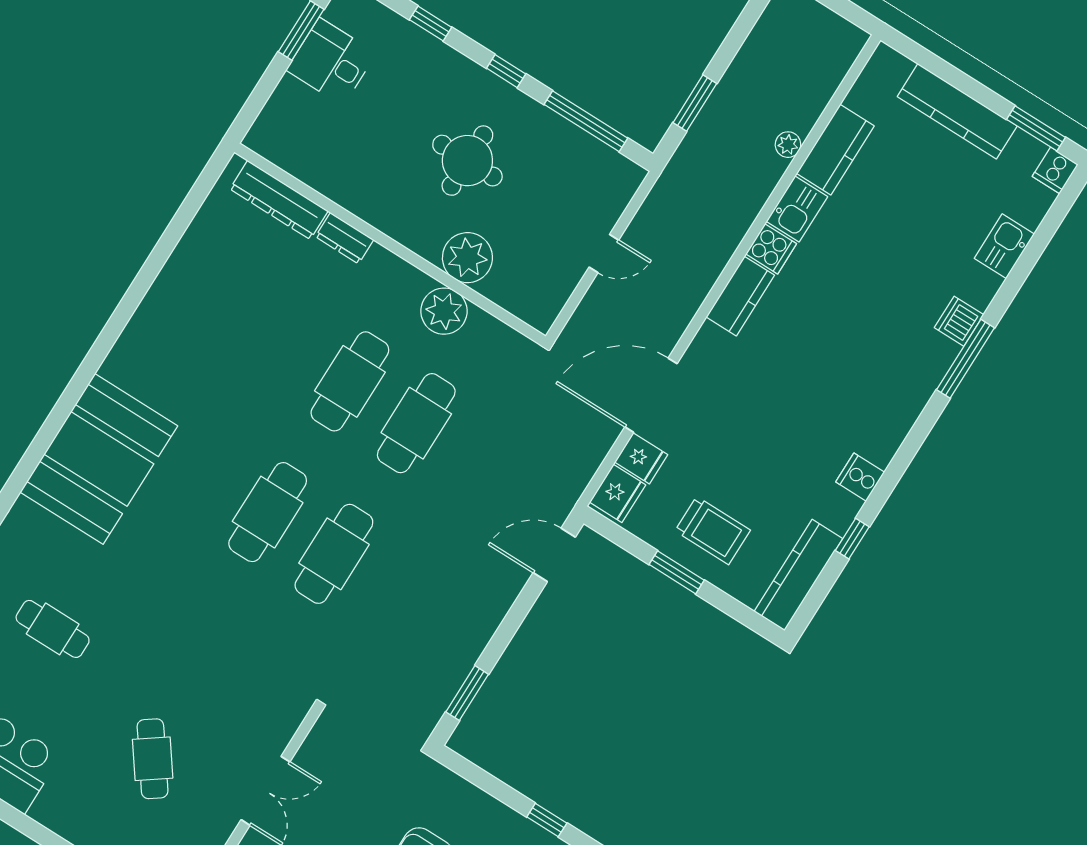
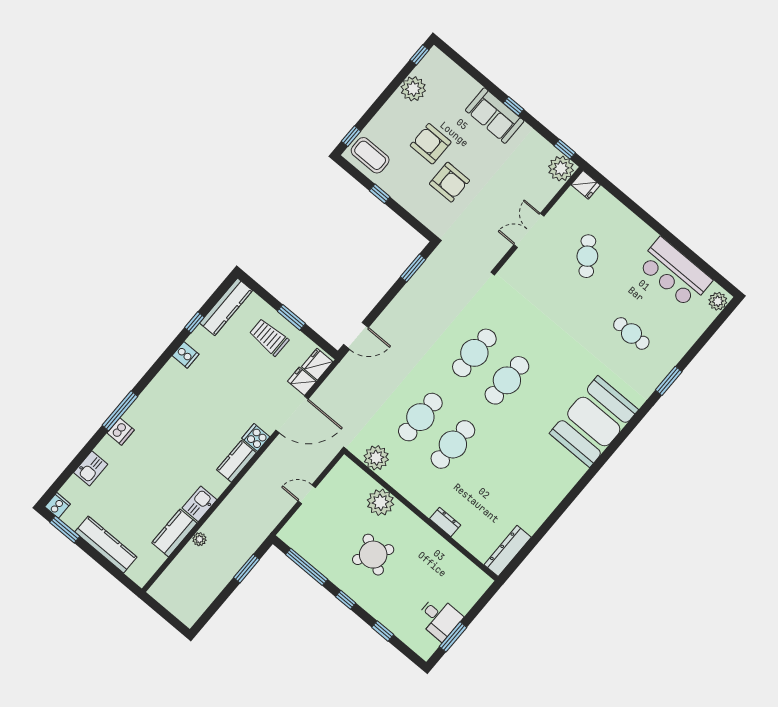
round table: (467, 161) -> (373, 555), turned 32
dresser: (279, 200) -> (508, 551), moved, turned -90
cooker: (771, 249) -> (256, 438), moved
plant: (444, 311) -> (376, 458), moved

